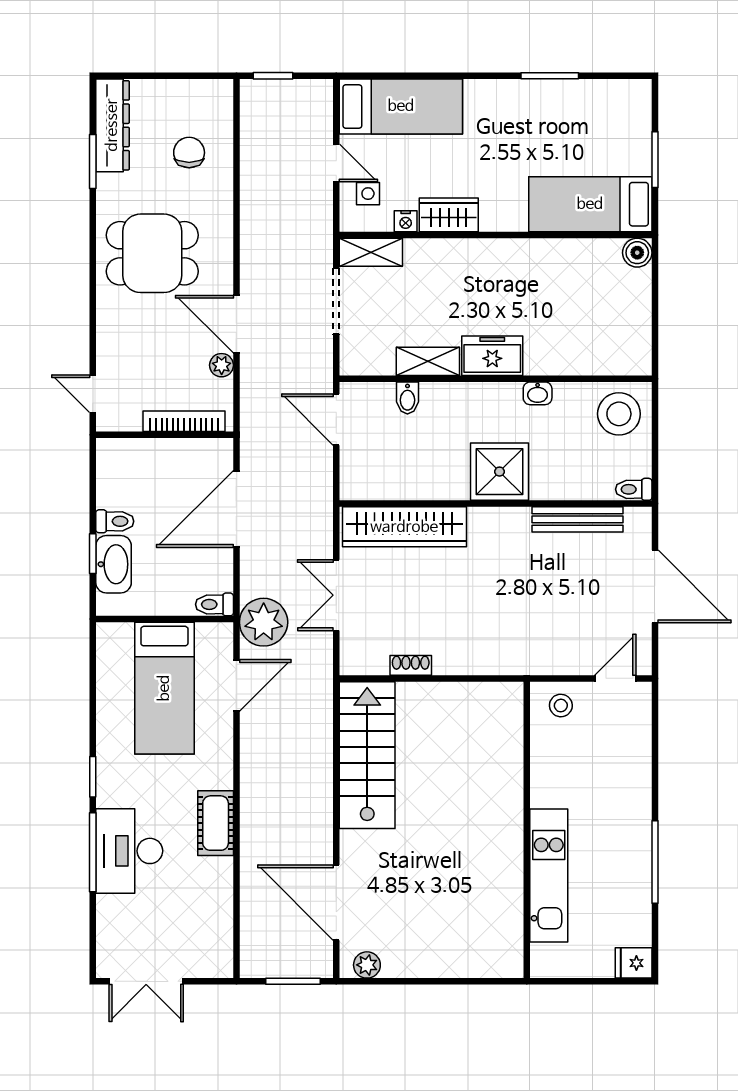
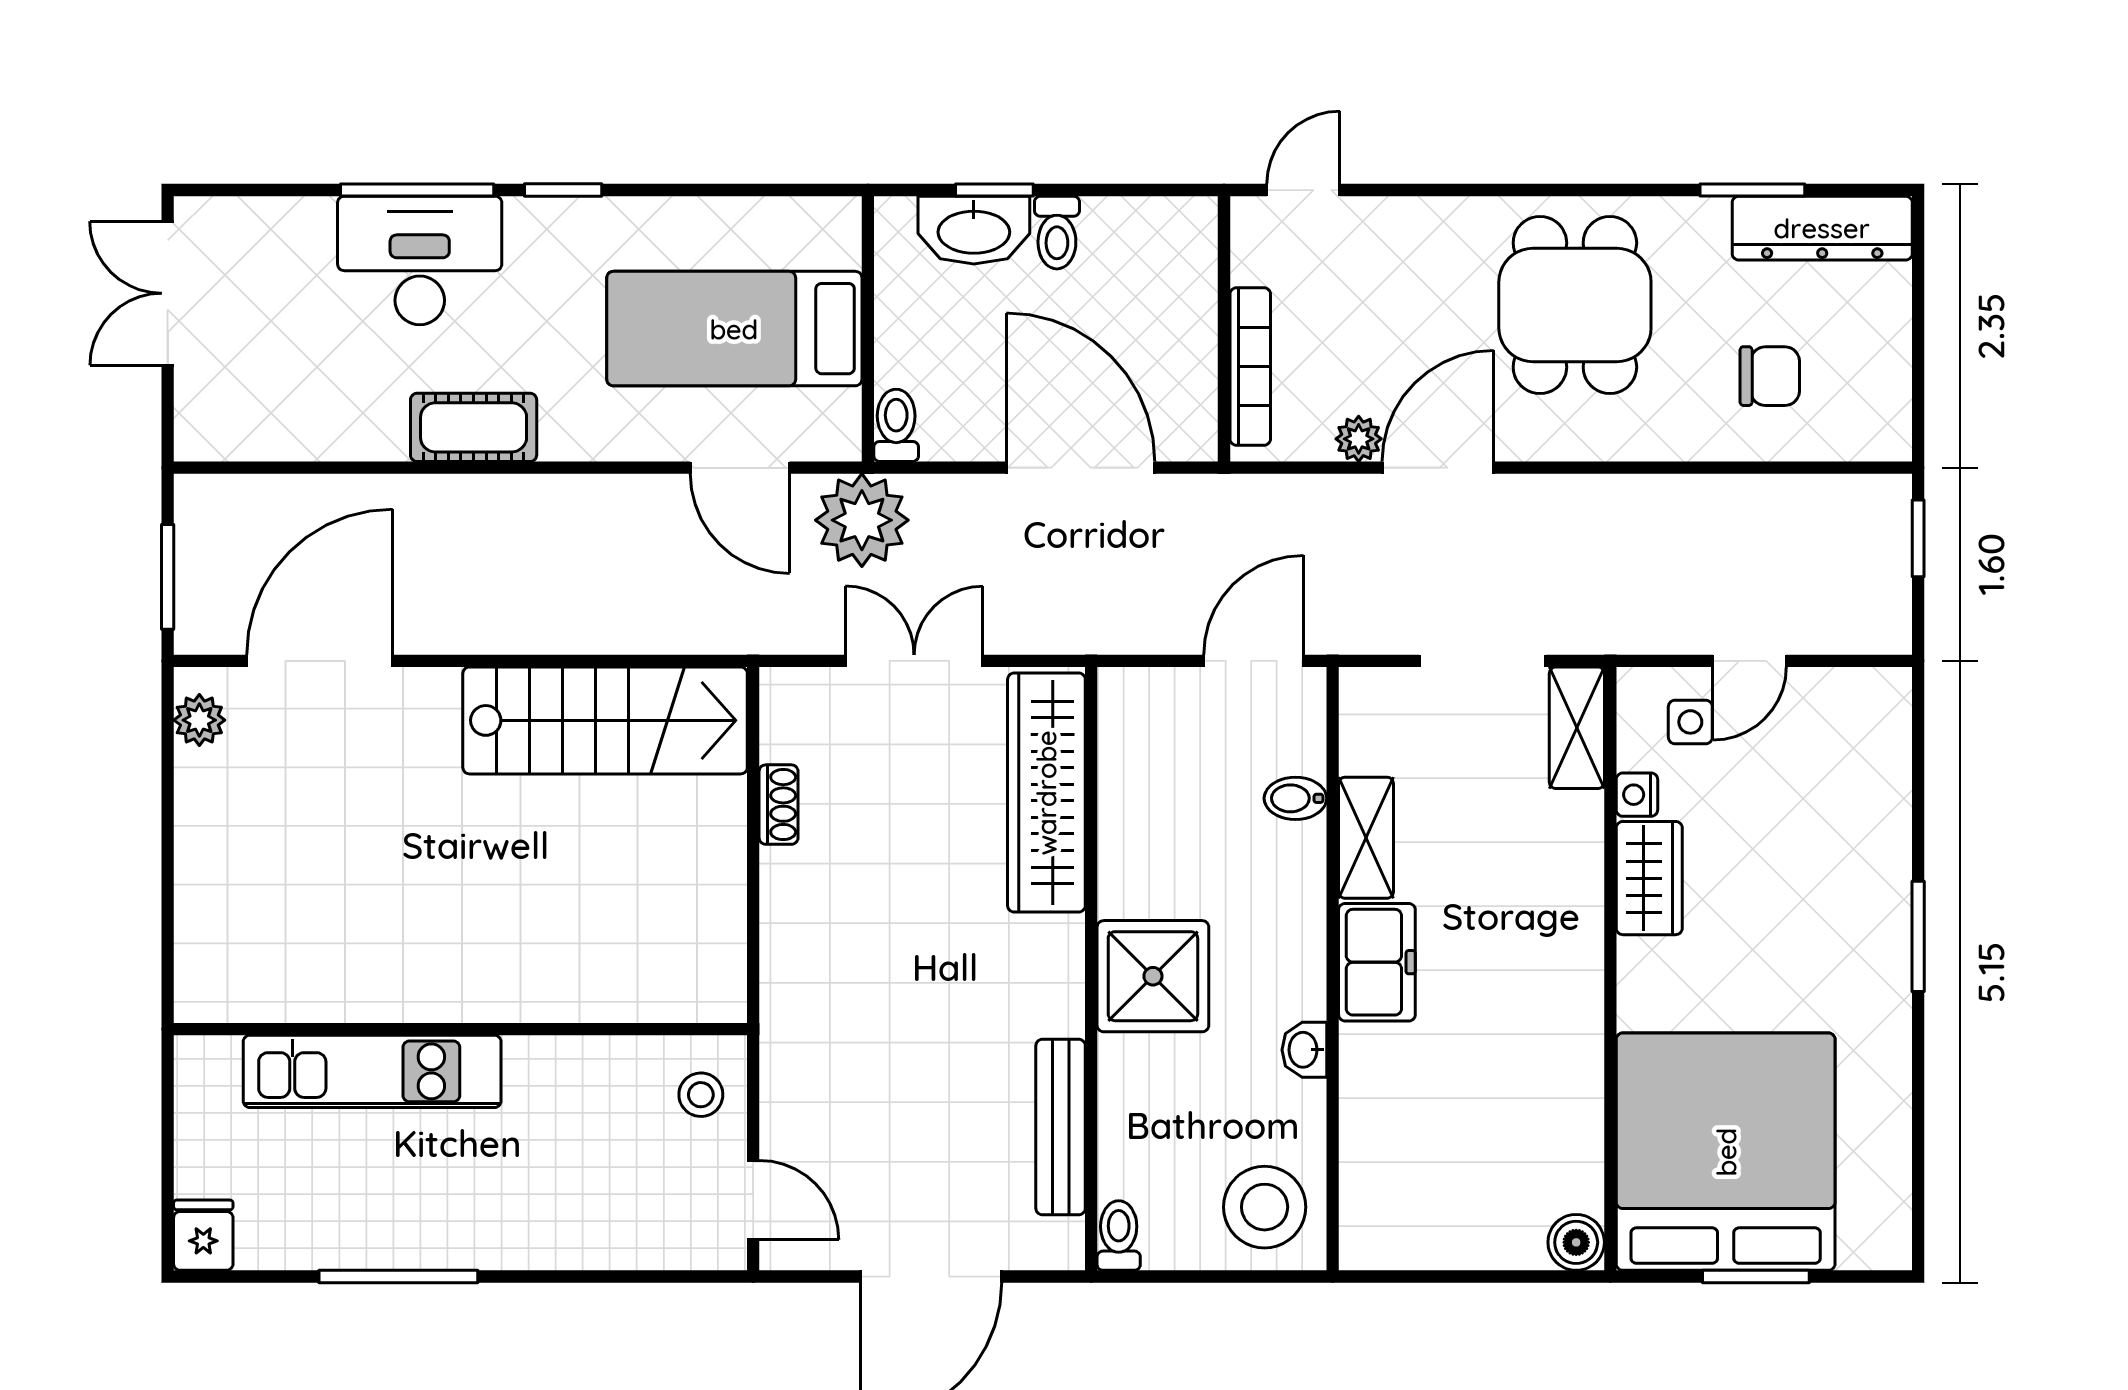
window: (550, 76) -> (1918, 936), moved
bed: (401, 106) -> (1859, 786), removed
bed: (590, 204) -> (1726, 1152), width x2.04

